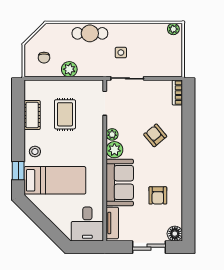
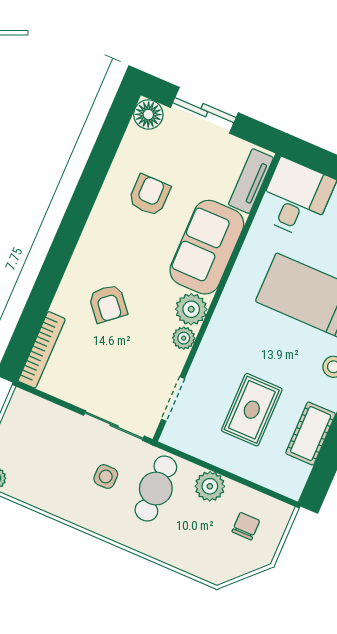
cafe table: (90, 33) -> (156, 489), moved, turned 90
bookcase: (177, 93) -> (42, 350), width x1.56

